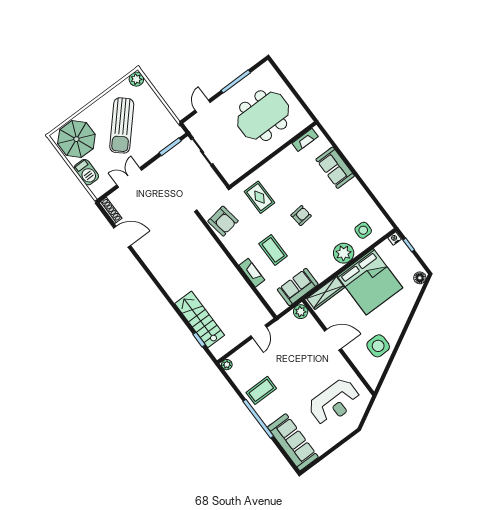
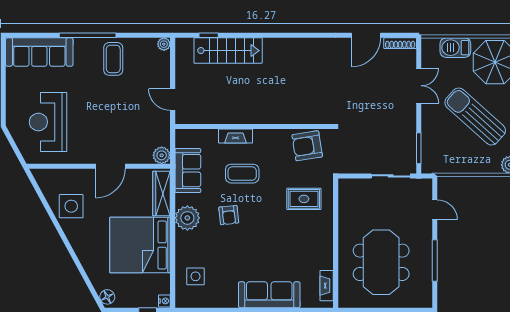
sofa: (335, 168) -> (269, 295), width x1.36
armchair: (301, 216) -> (229, 215), moved
plant: (344, 253) -> (187, 218), moved

